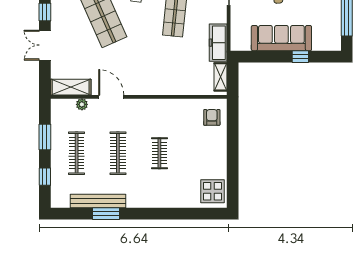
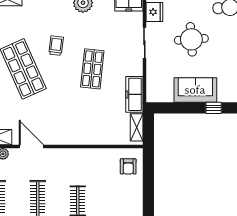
sofa: (281, 38) -> (195, 90), width x0.73
armchair: (212, 117) -> (128, 166), turned 180

